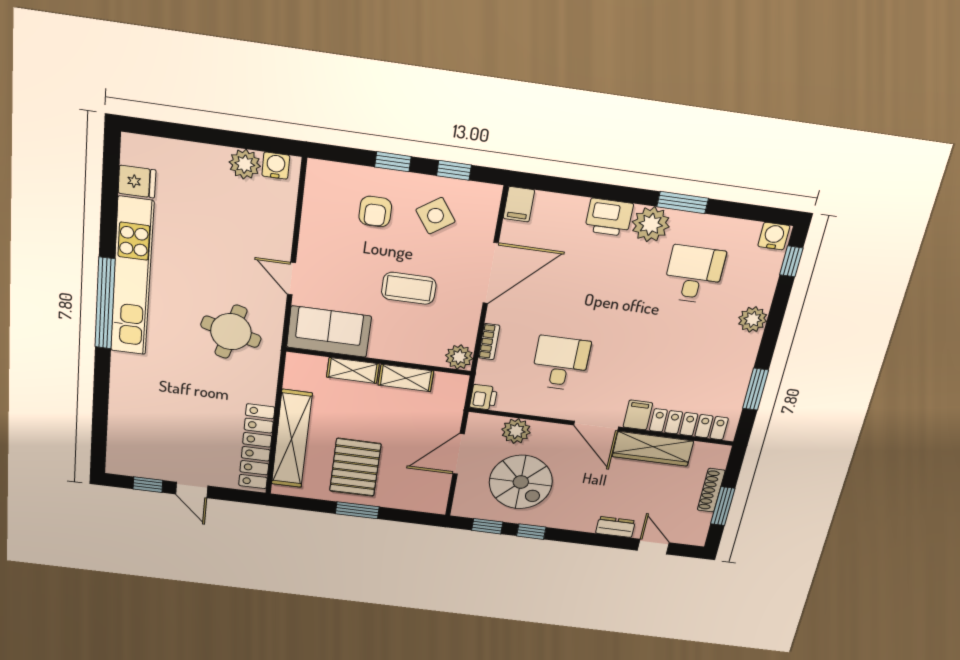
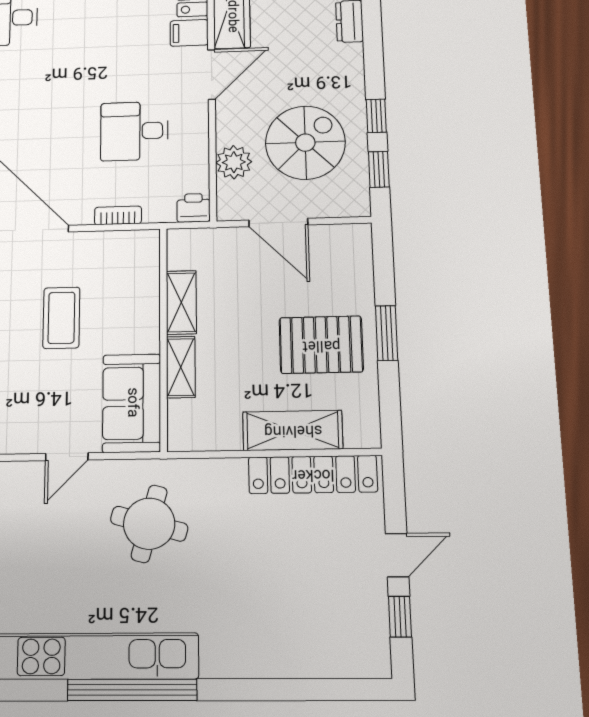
plant: (459, 357) -> (143, 246), removed
shelving: (292, 439) -> (293, 430), width x0.68

